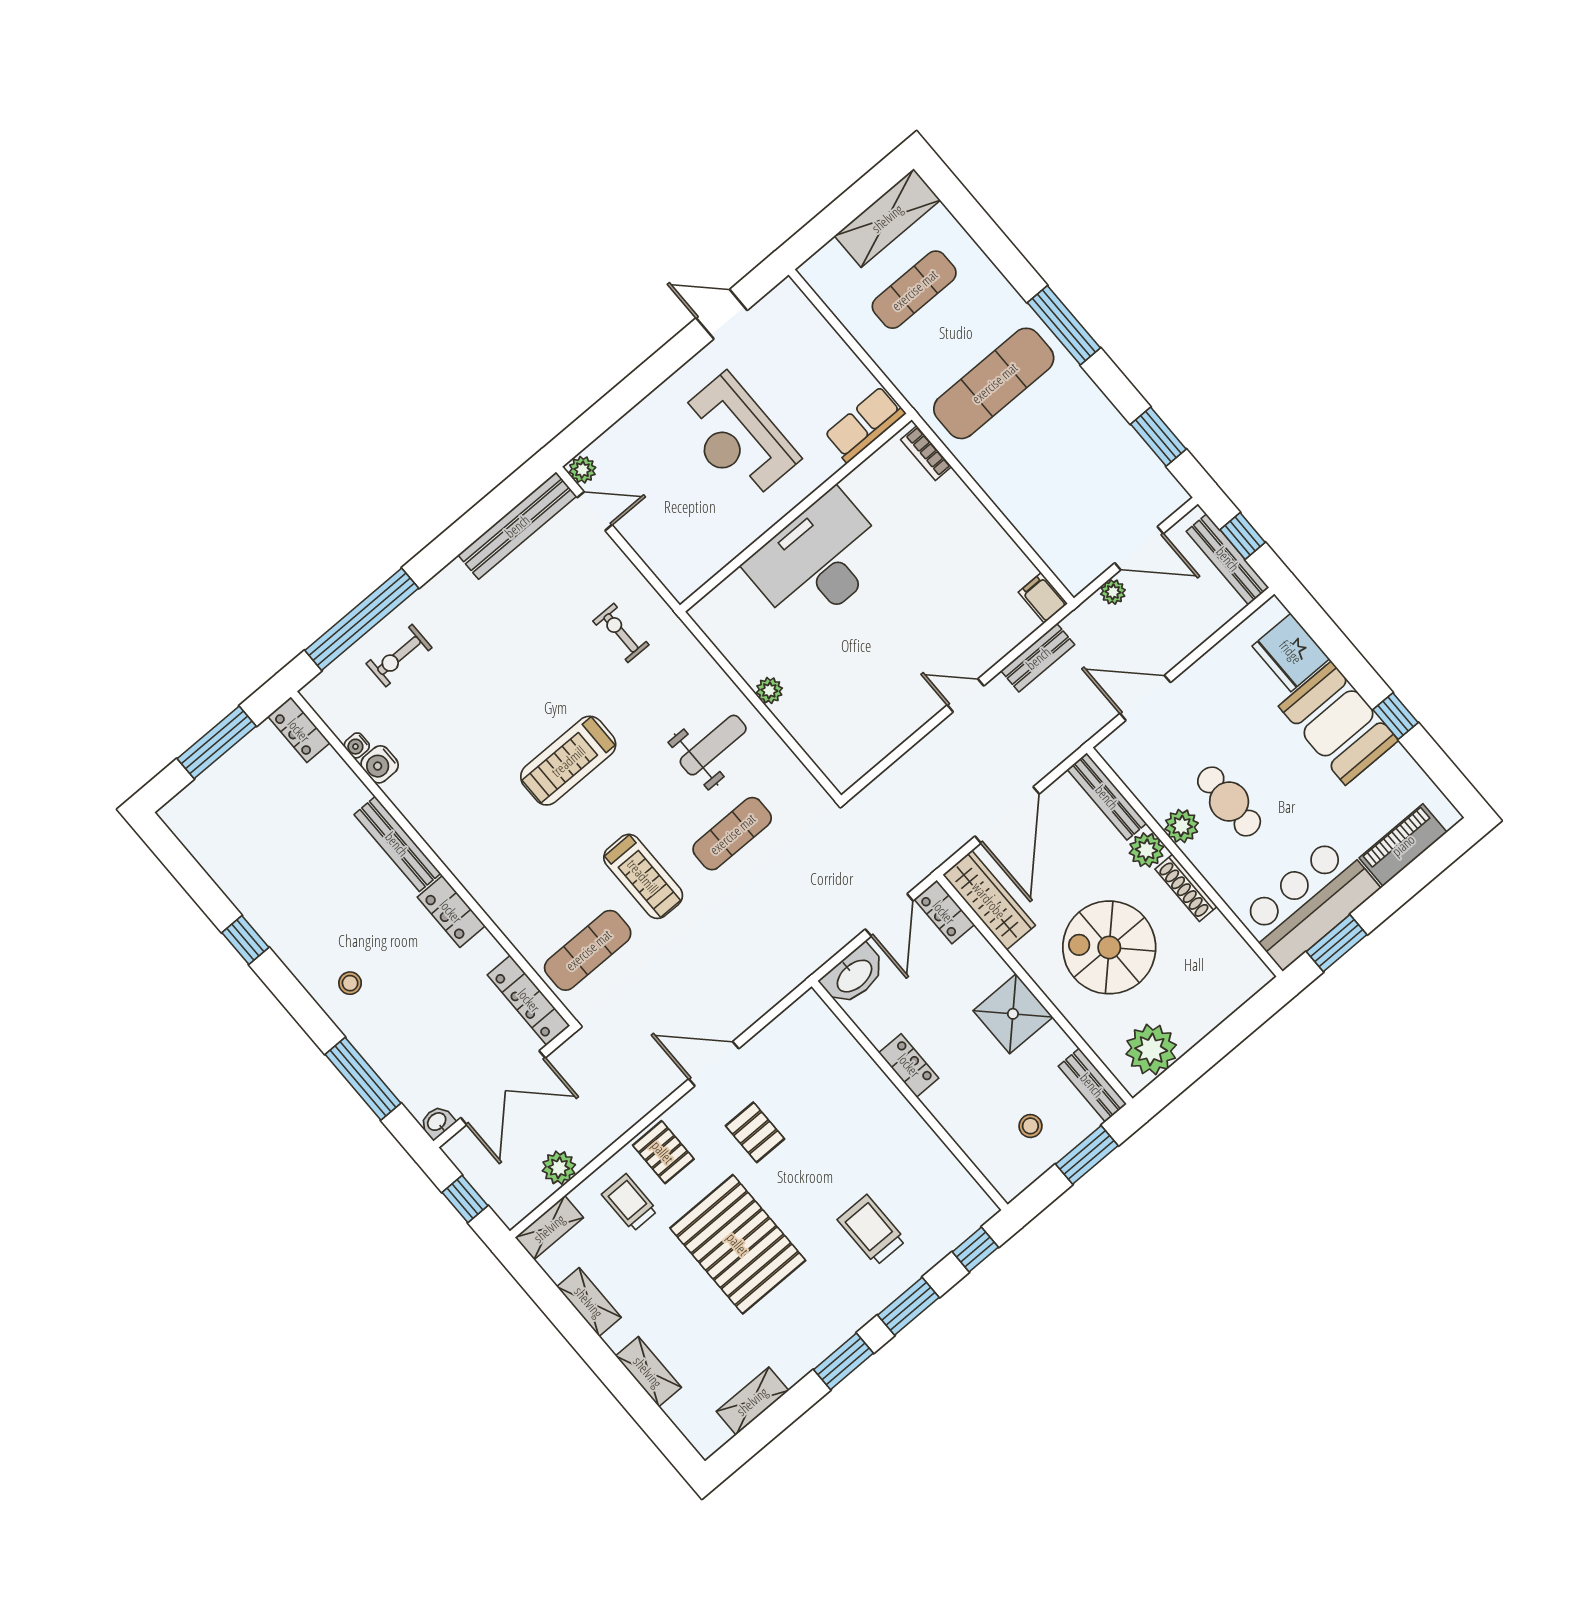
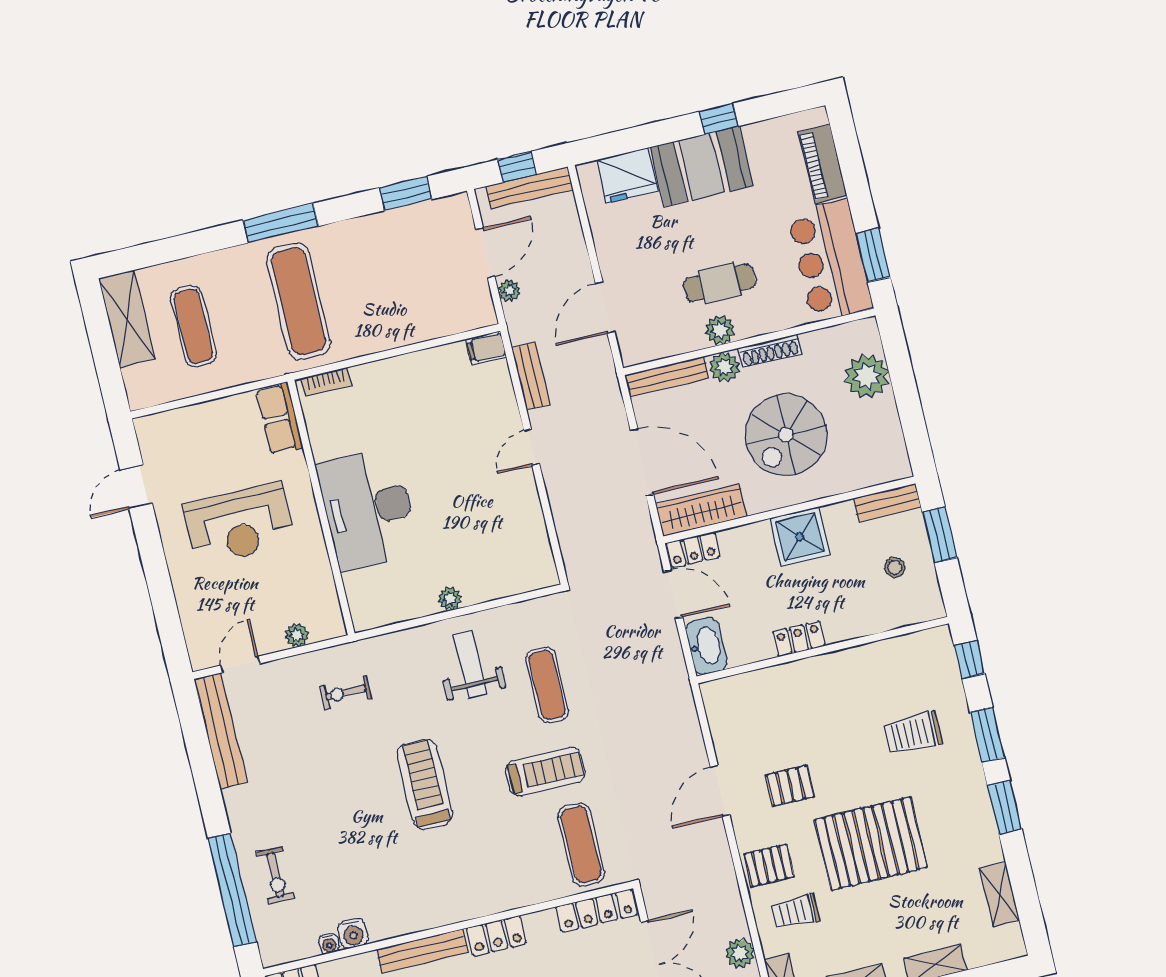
plant: (582, 470) -> (297, 635), moved
treadmill: (568, 761) -> (425, 784), turned 180
plant: (1151, 1049) -> (867, 376), moved

